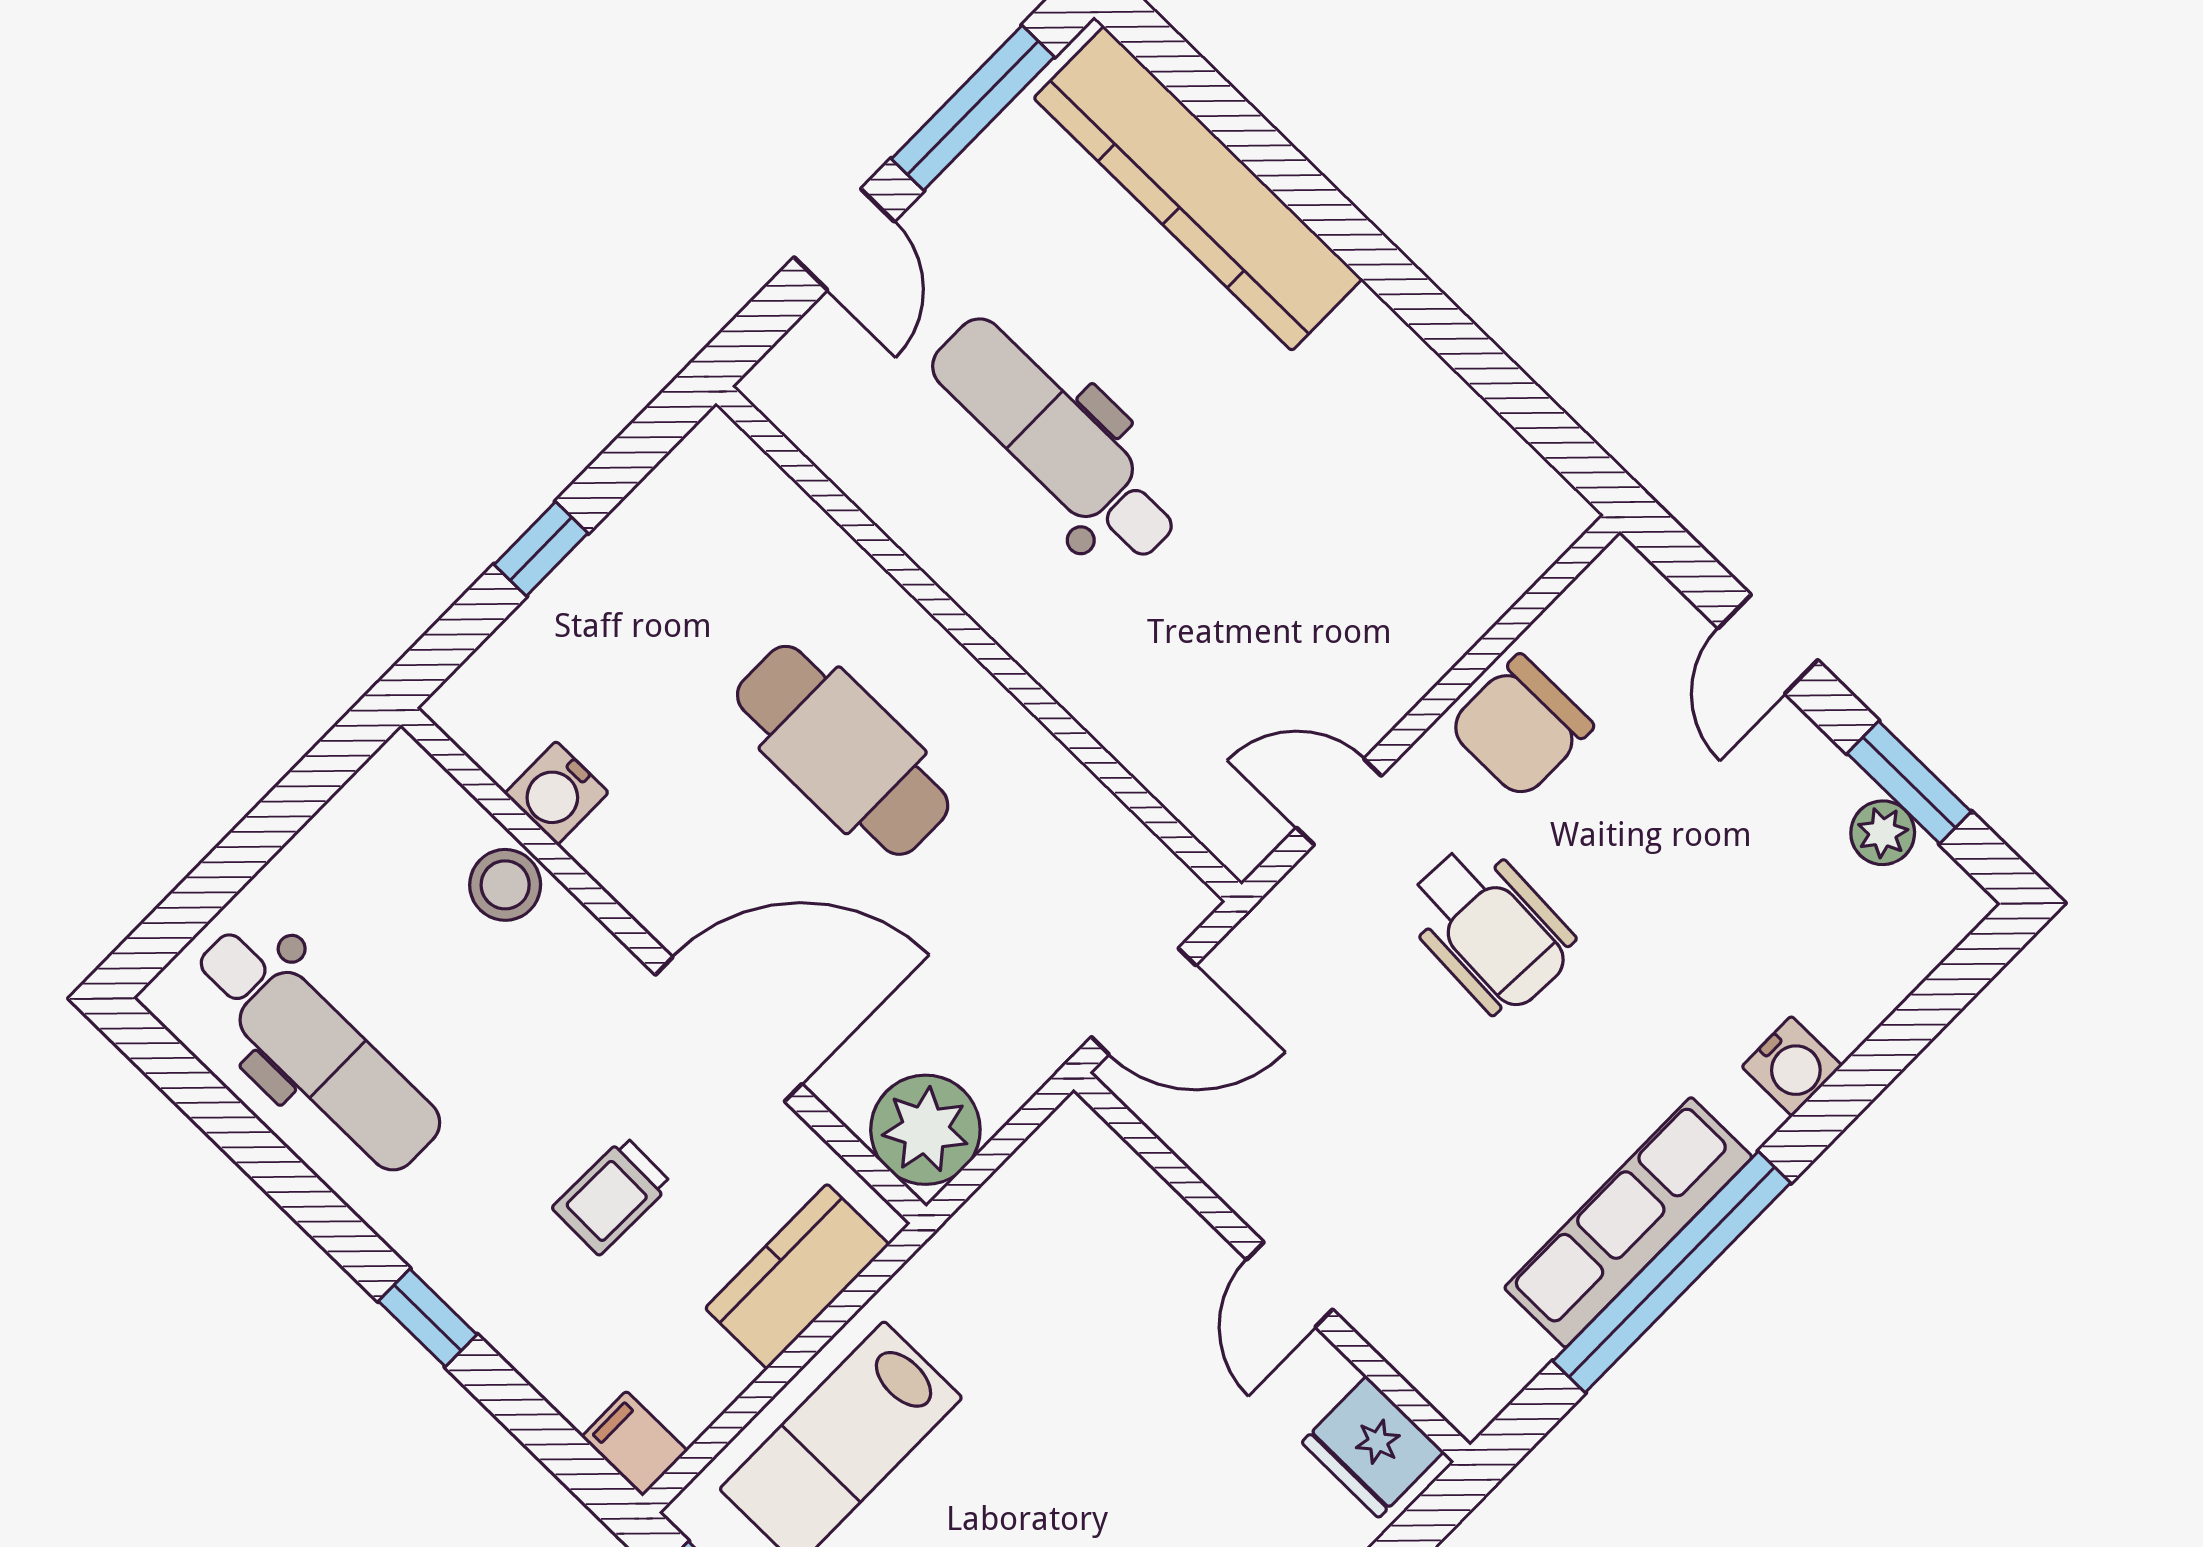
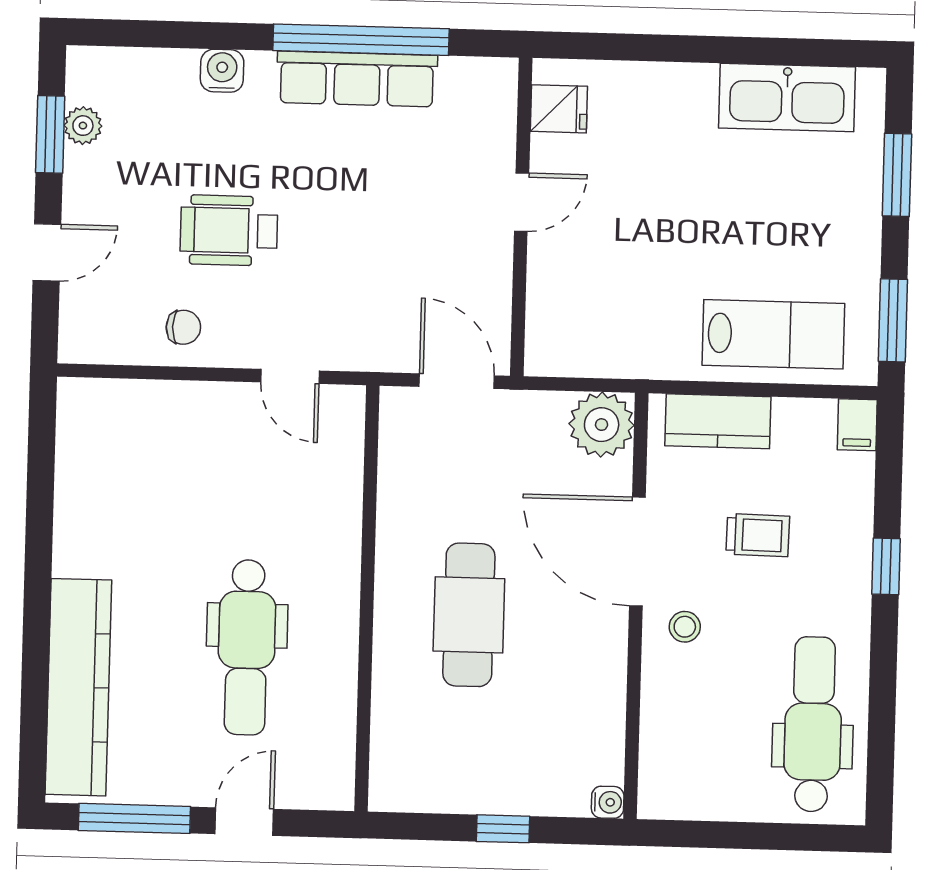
chair: (1521, 727) -> (183, 327), width x0.54, depth x0.54
water cooler: (556, 793) -> (608, 802), moved, width x0.72, depth x0.72
stool: (505, 885) -> (685, 627), moved, width x0.73, depth x0.73
wheelchair: (1489, 928) -> (229, 230), moved, turned -93
fridge: (1373, 1447) -> (559, 109), width x0.72

